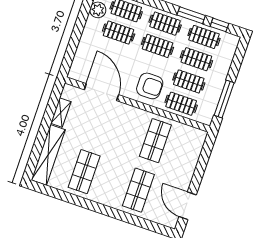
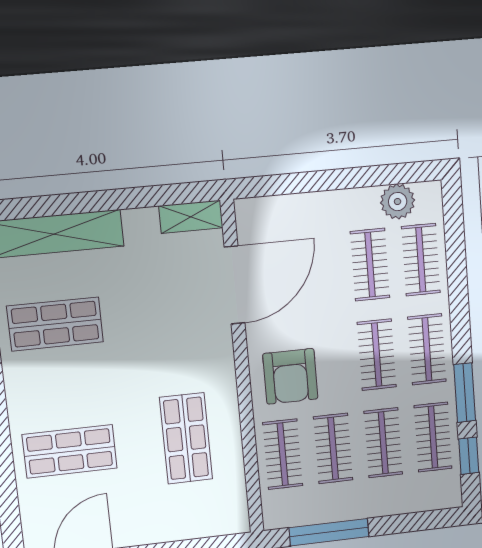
shelving: (61, 112) -> (191, 217), moved
shop shelf: (155, 141) -> (186, 438), turned 90

